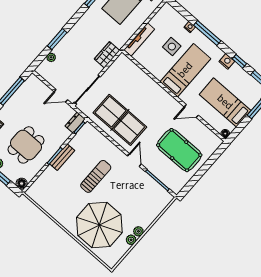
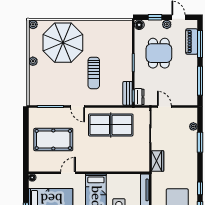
door: (61, 96) -> (164, 106), hinge flipped
bench: (62, 157) -> (128, 93), moved
plant: (131, 240) -> (33, 24), moved

